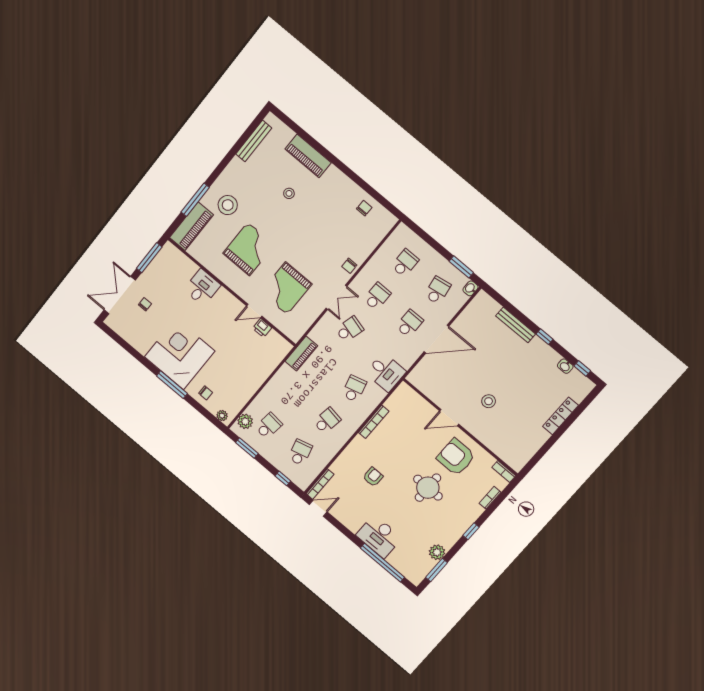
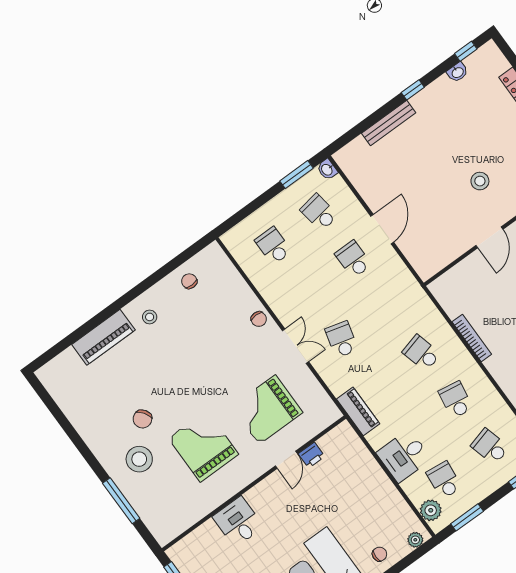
bench: (254, 141) -> (66, 403), removed
stool: (289, 193) -> (150, 317), moved
chair: (257, 200) -> (142, 419), added
piano: (191, 226) -> (154, 515), removed
grand piano: (286, 288) -> (267, 410), turned 90
school desk: (377, 296) -> (307, 293), removed
door: (436, 339) -> (382, 229), width x0.73
desk: (386, 372) -> (404, 456), moved, turned 180

